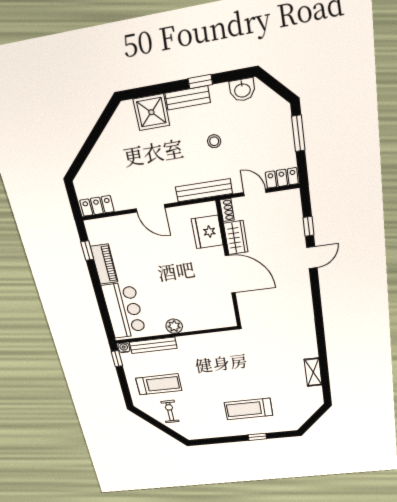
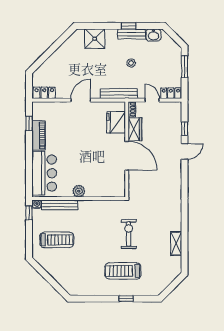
bench: (188, 98) -> (132, 34), moved
door: (151, 208) -> (81, 100), swing flipped
exercise bike: (170, 412) -> (129, 234), moved, width x1.38, depth x1.39

